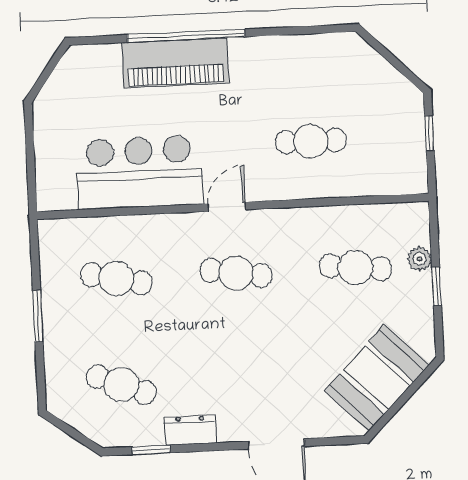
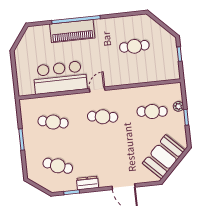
cafe table: (311, 141) -> (134, 46), moved

